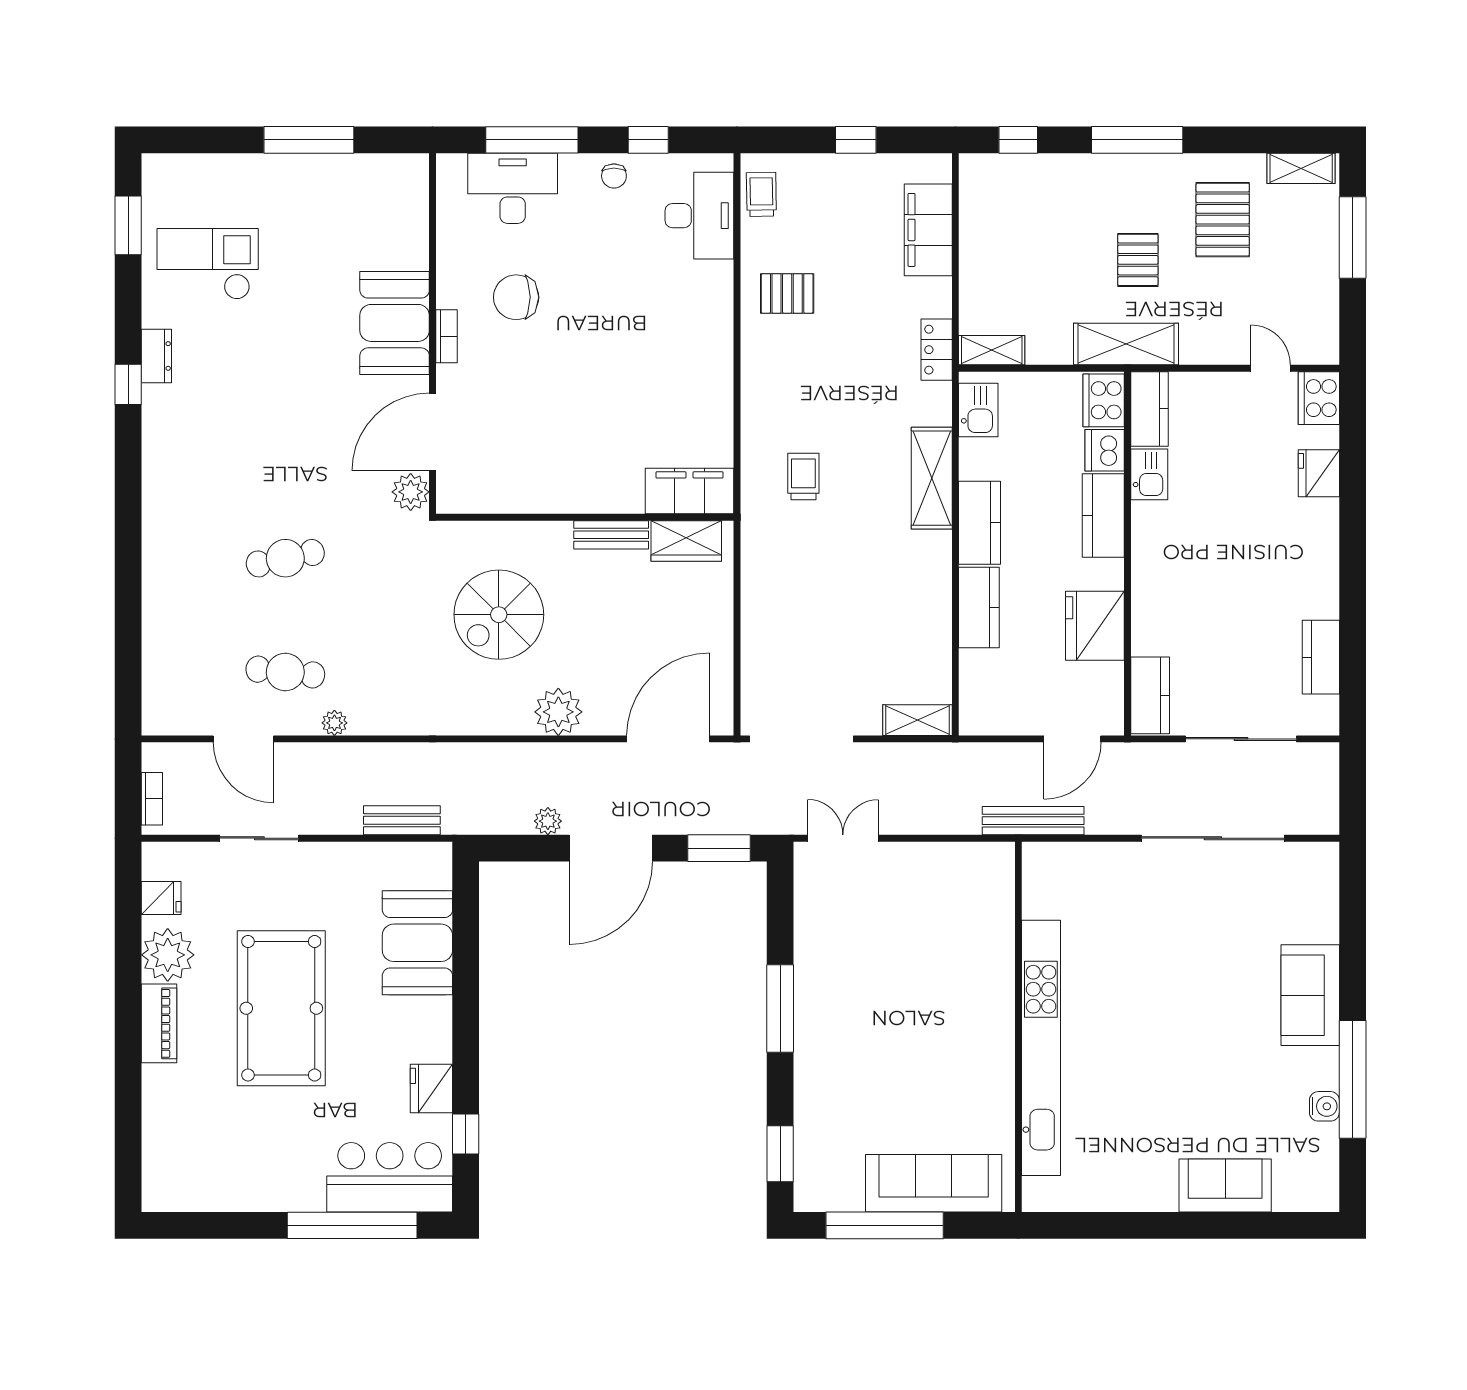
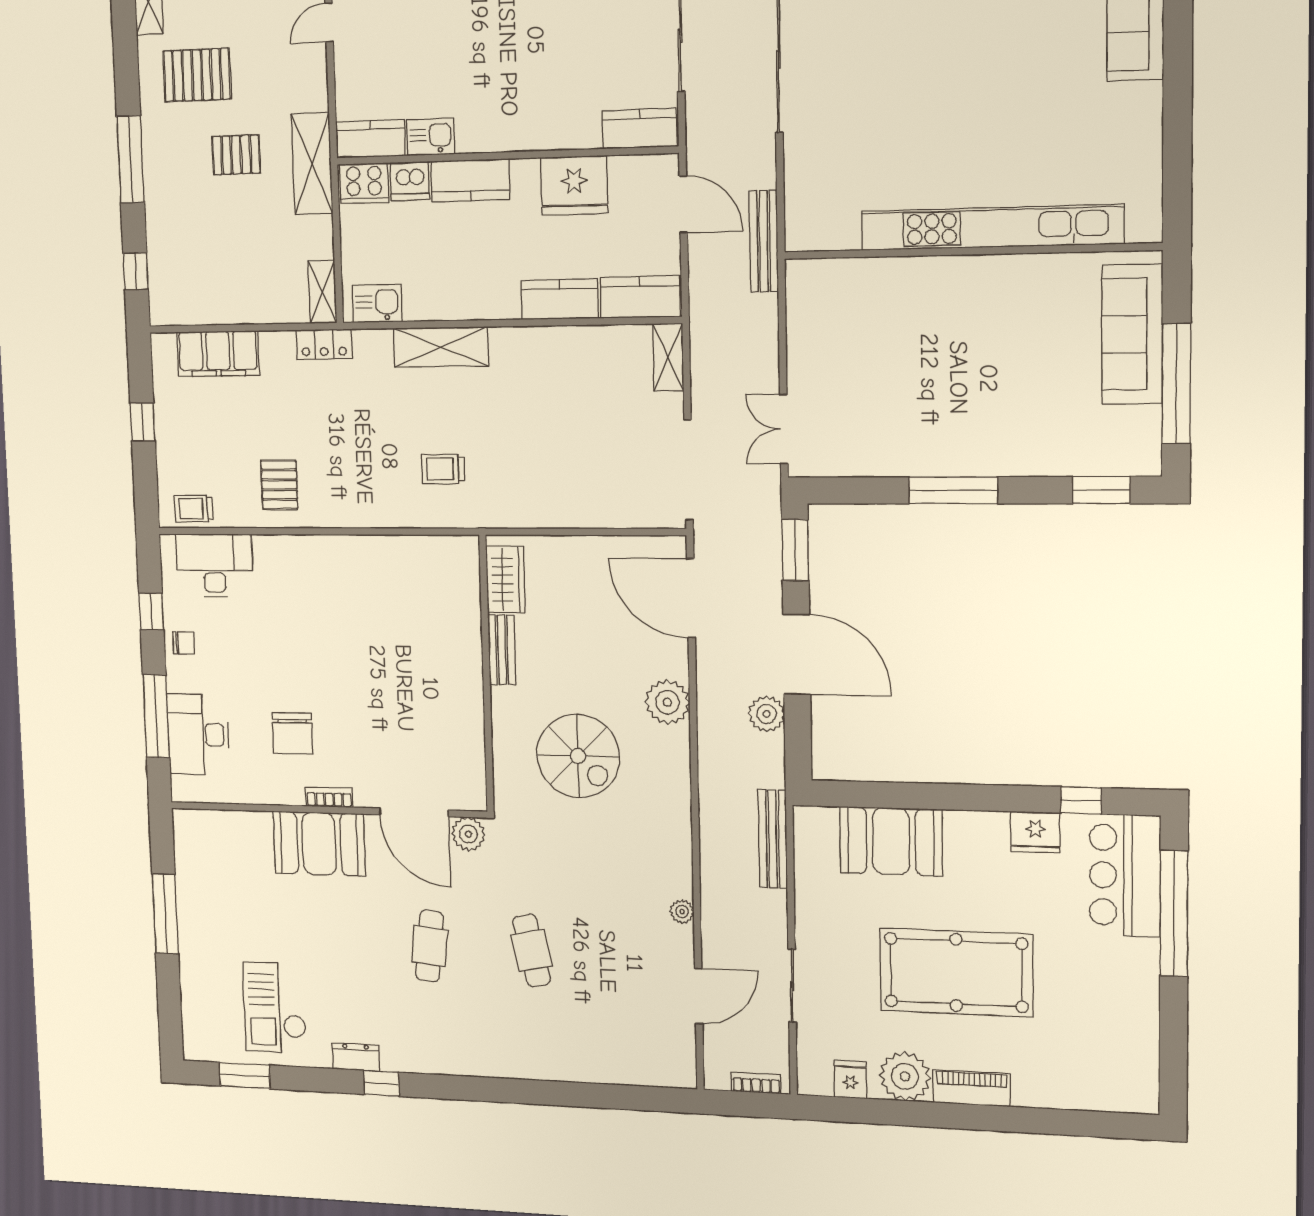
filing cabinet: (689, 491) -> (460, 576), removed
kitchen counter: (980, 523) -> (640, 297), moved
cafe table: (285, 672) -> (430, 946), moved
bench: (402, 820) -> (773, 839), width x1.36
plant: (548, 821) -> (767, 714), width x1.38, depth x1.38

